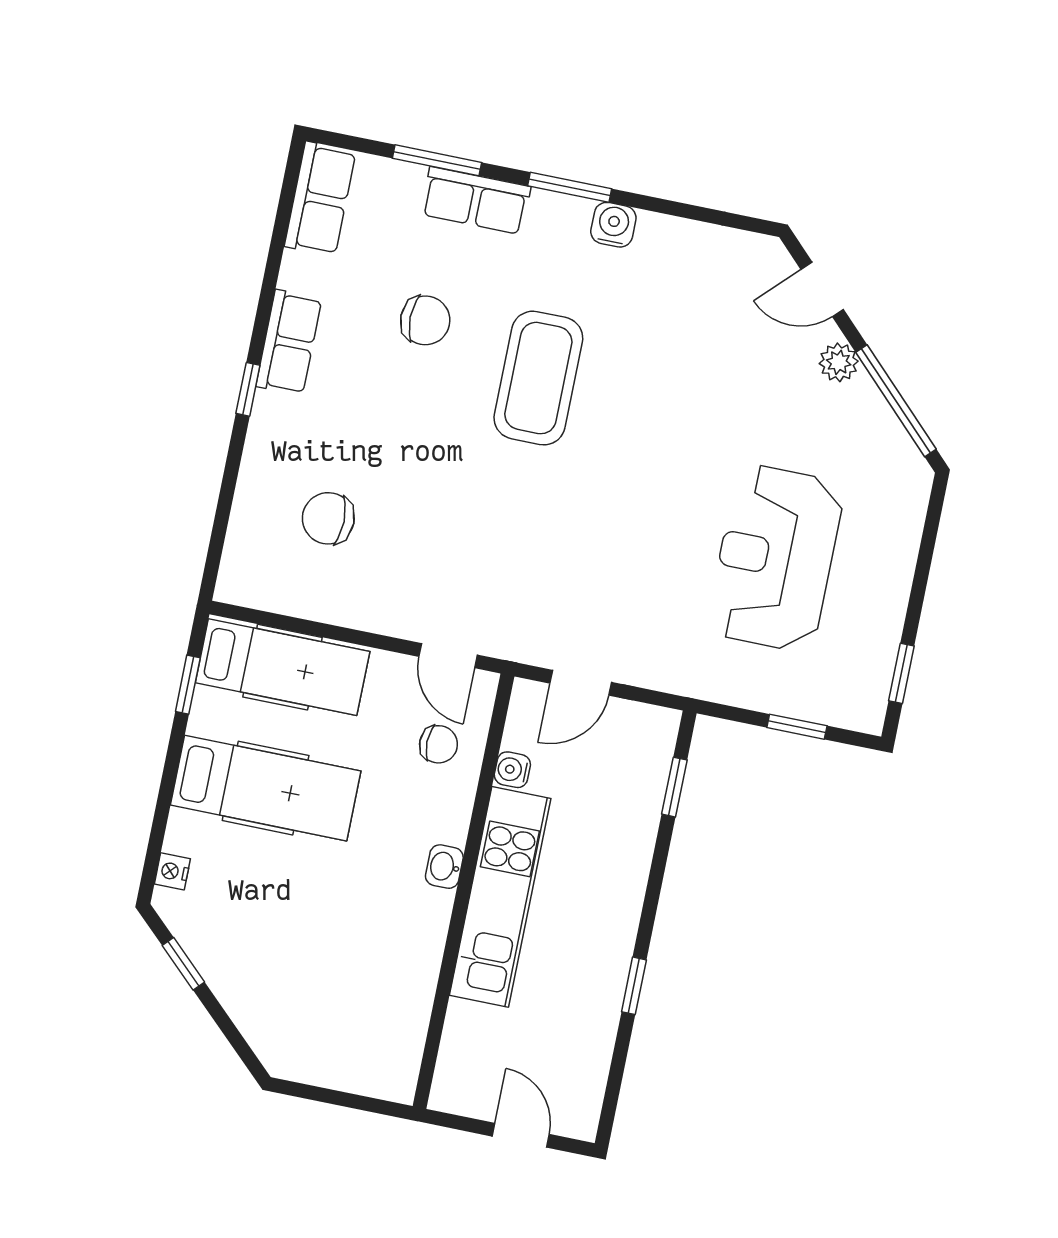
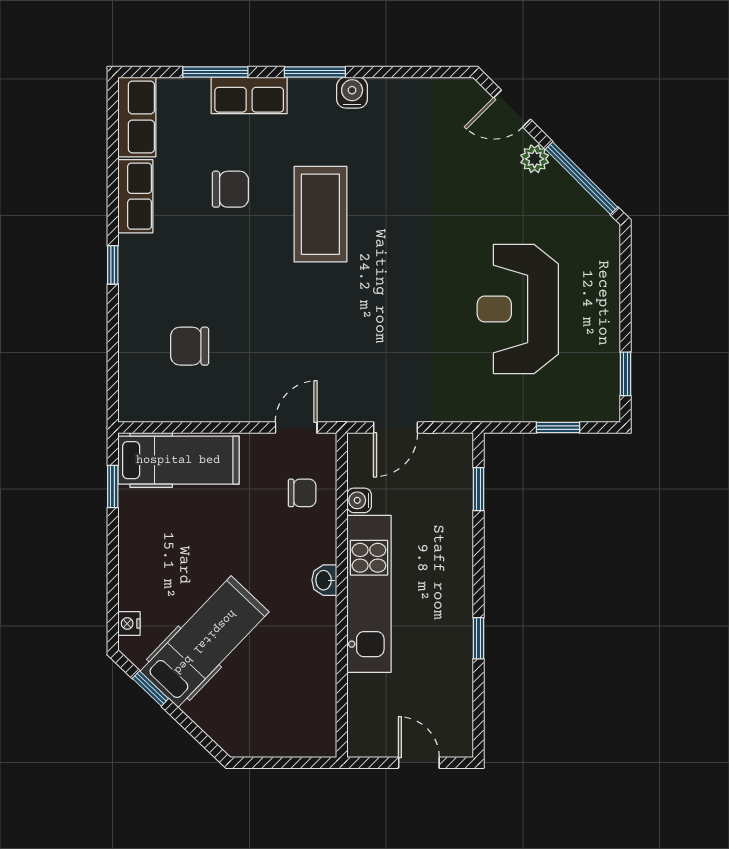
row of seats: (289, 342) -> (135, 196), moved
door: (448, 656) -> (296, 428), swing flipped
hospital bed: (266, 788) -> (205, 642), moved, turned -46

